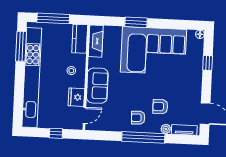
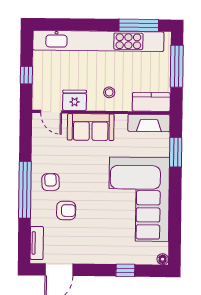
window: (136, 22) -> (176, 152), moved
armchair: (160, 107) -> (66, 211), turned 90
plant: (166, 129) -> (37, 219), removed

